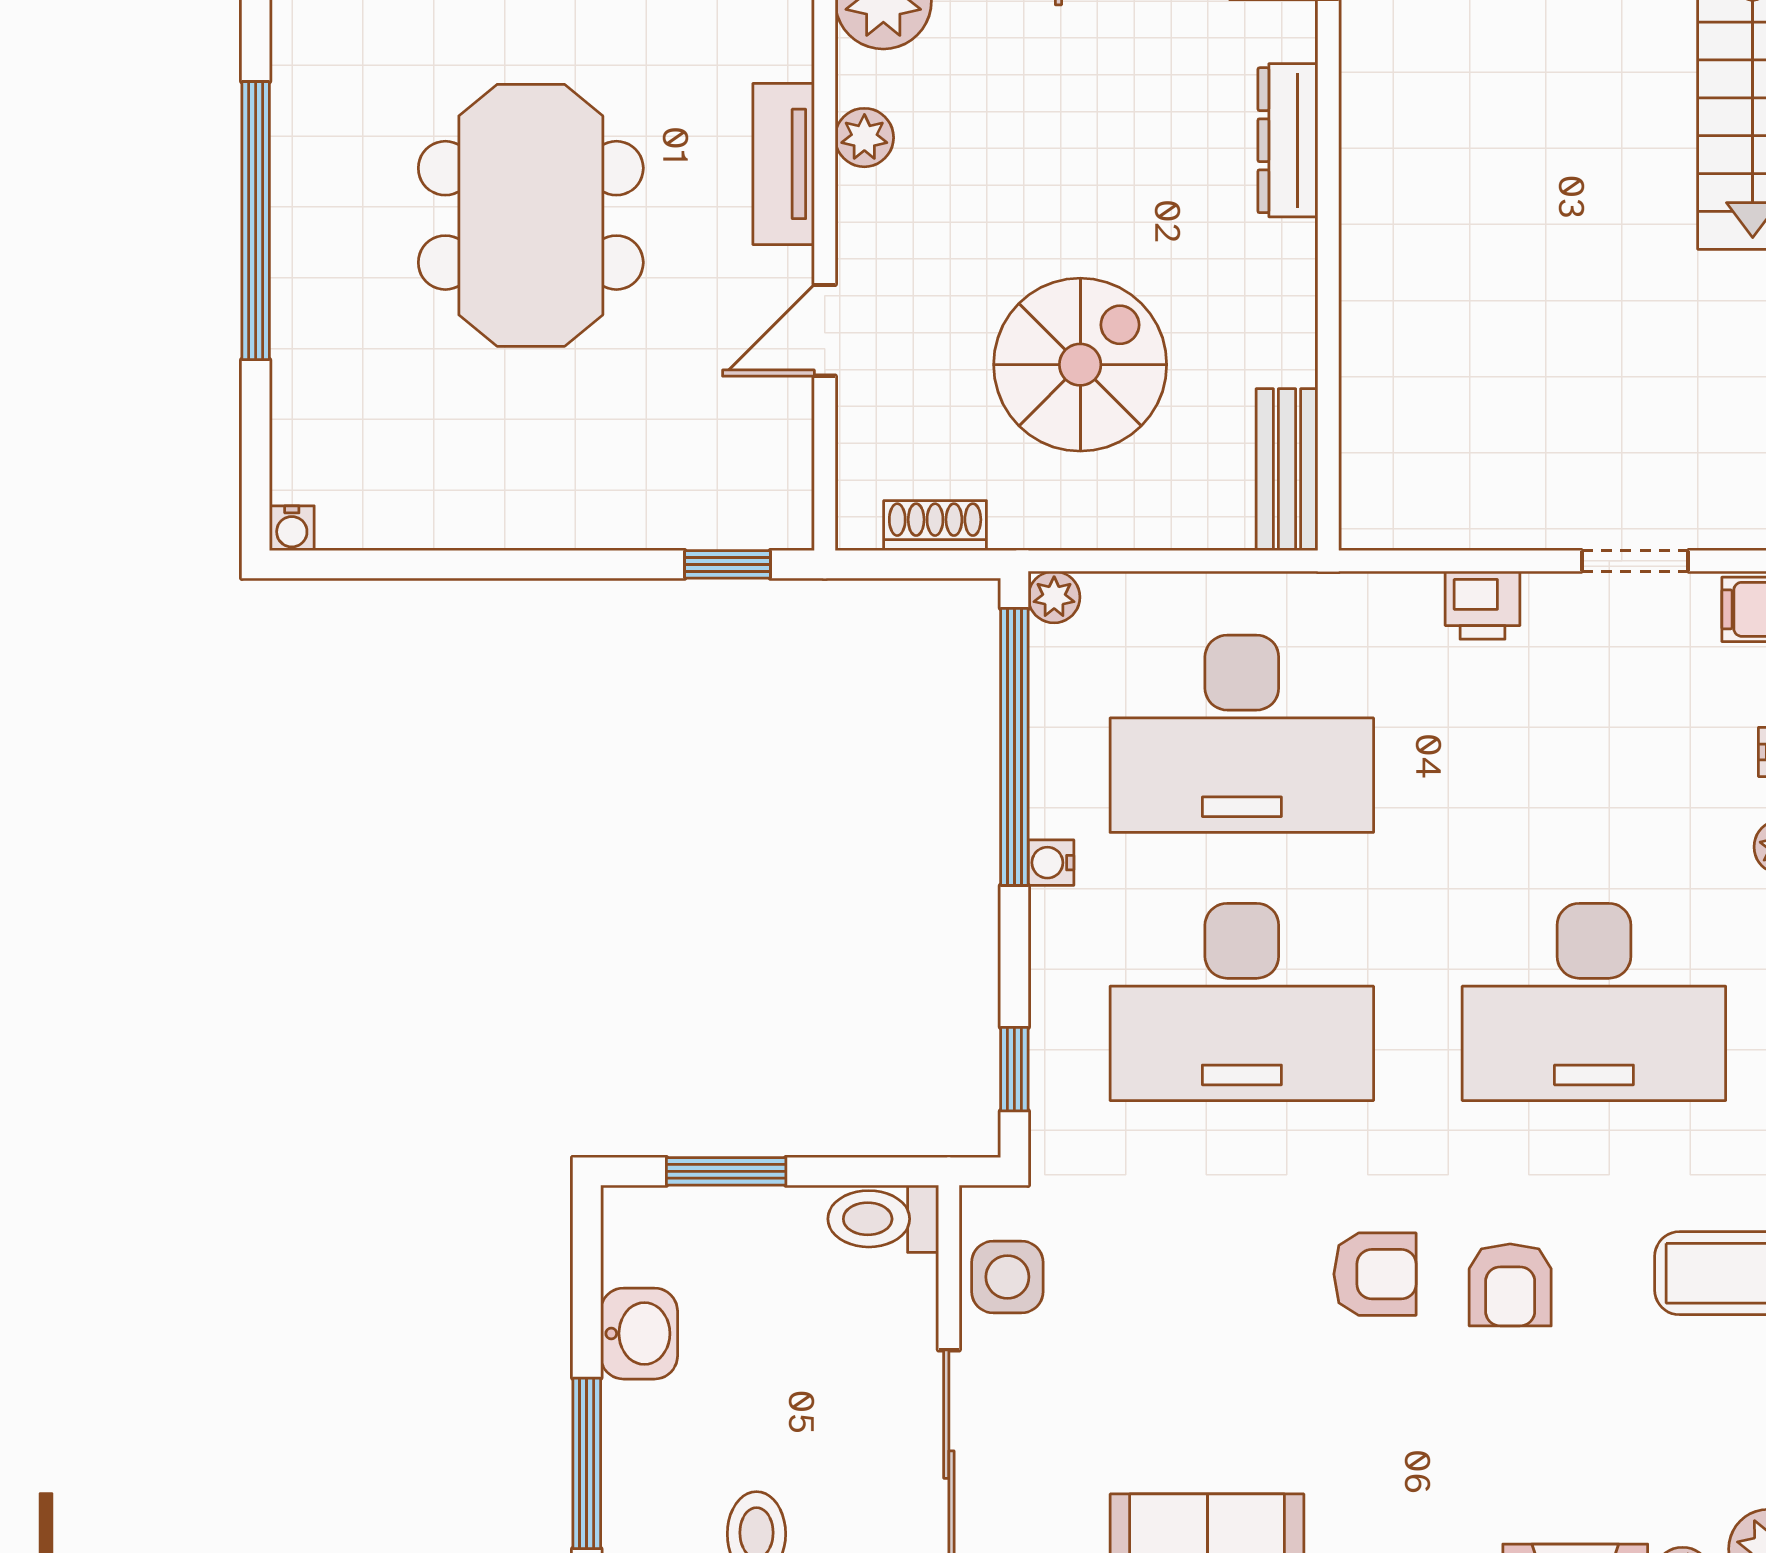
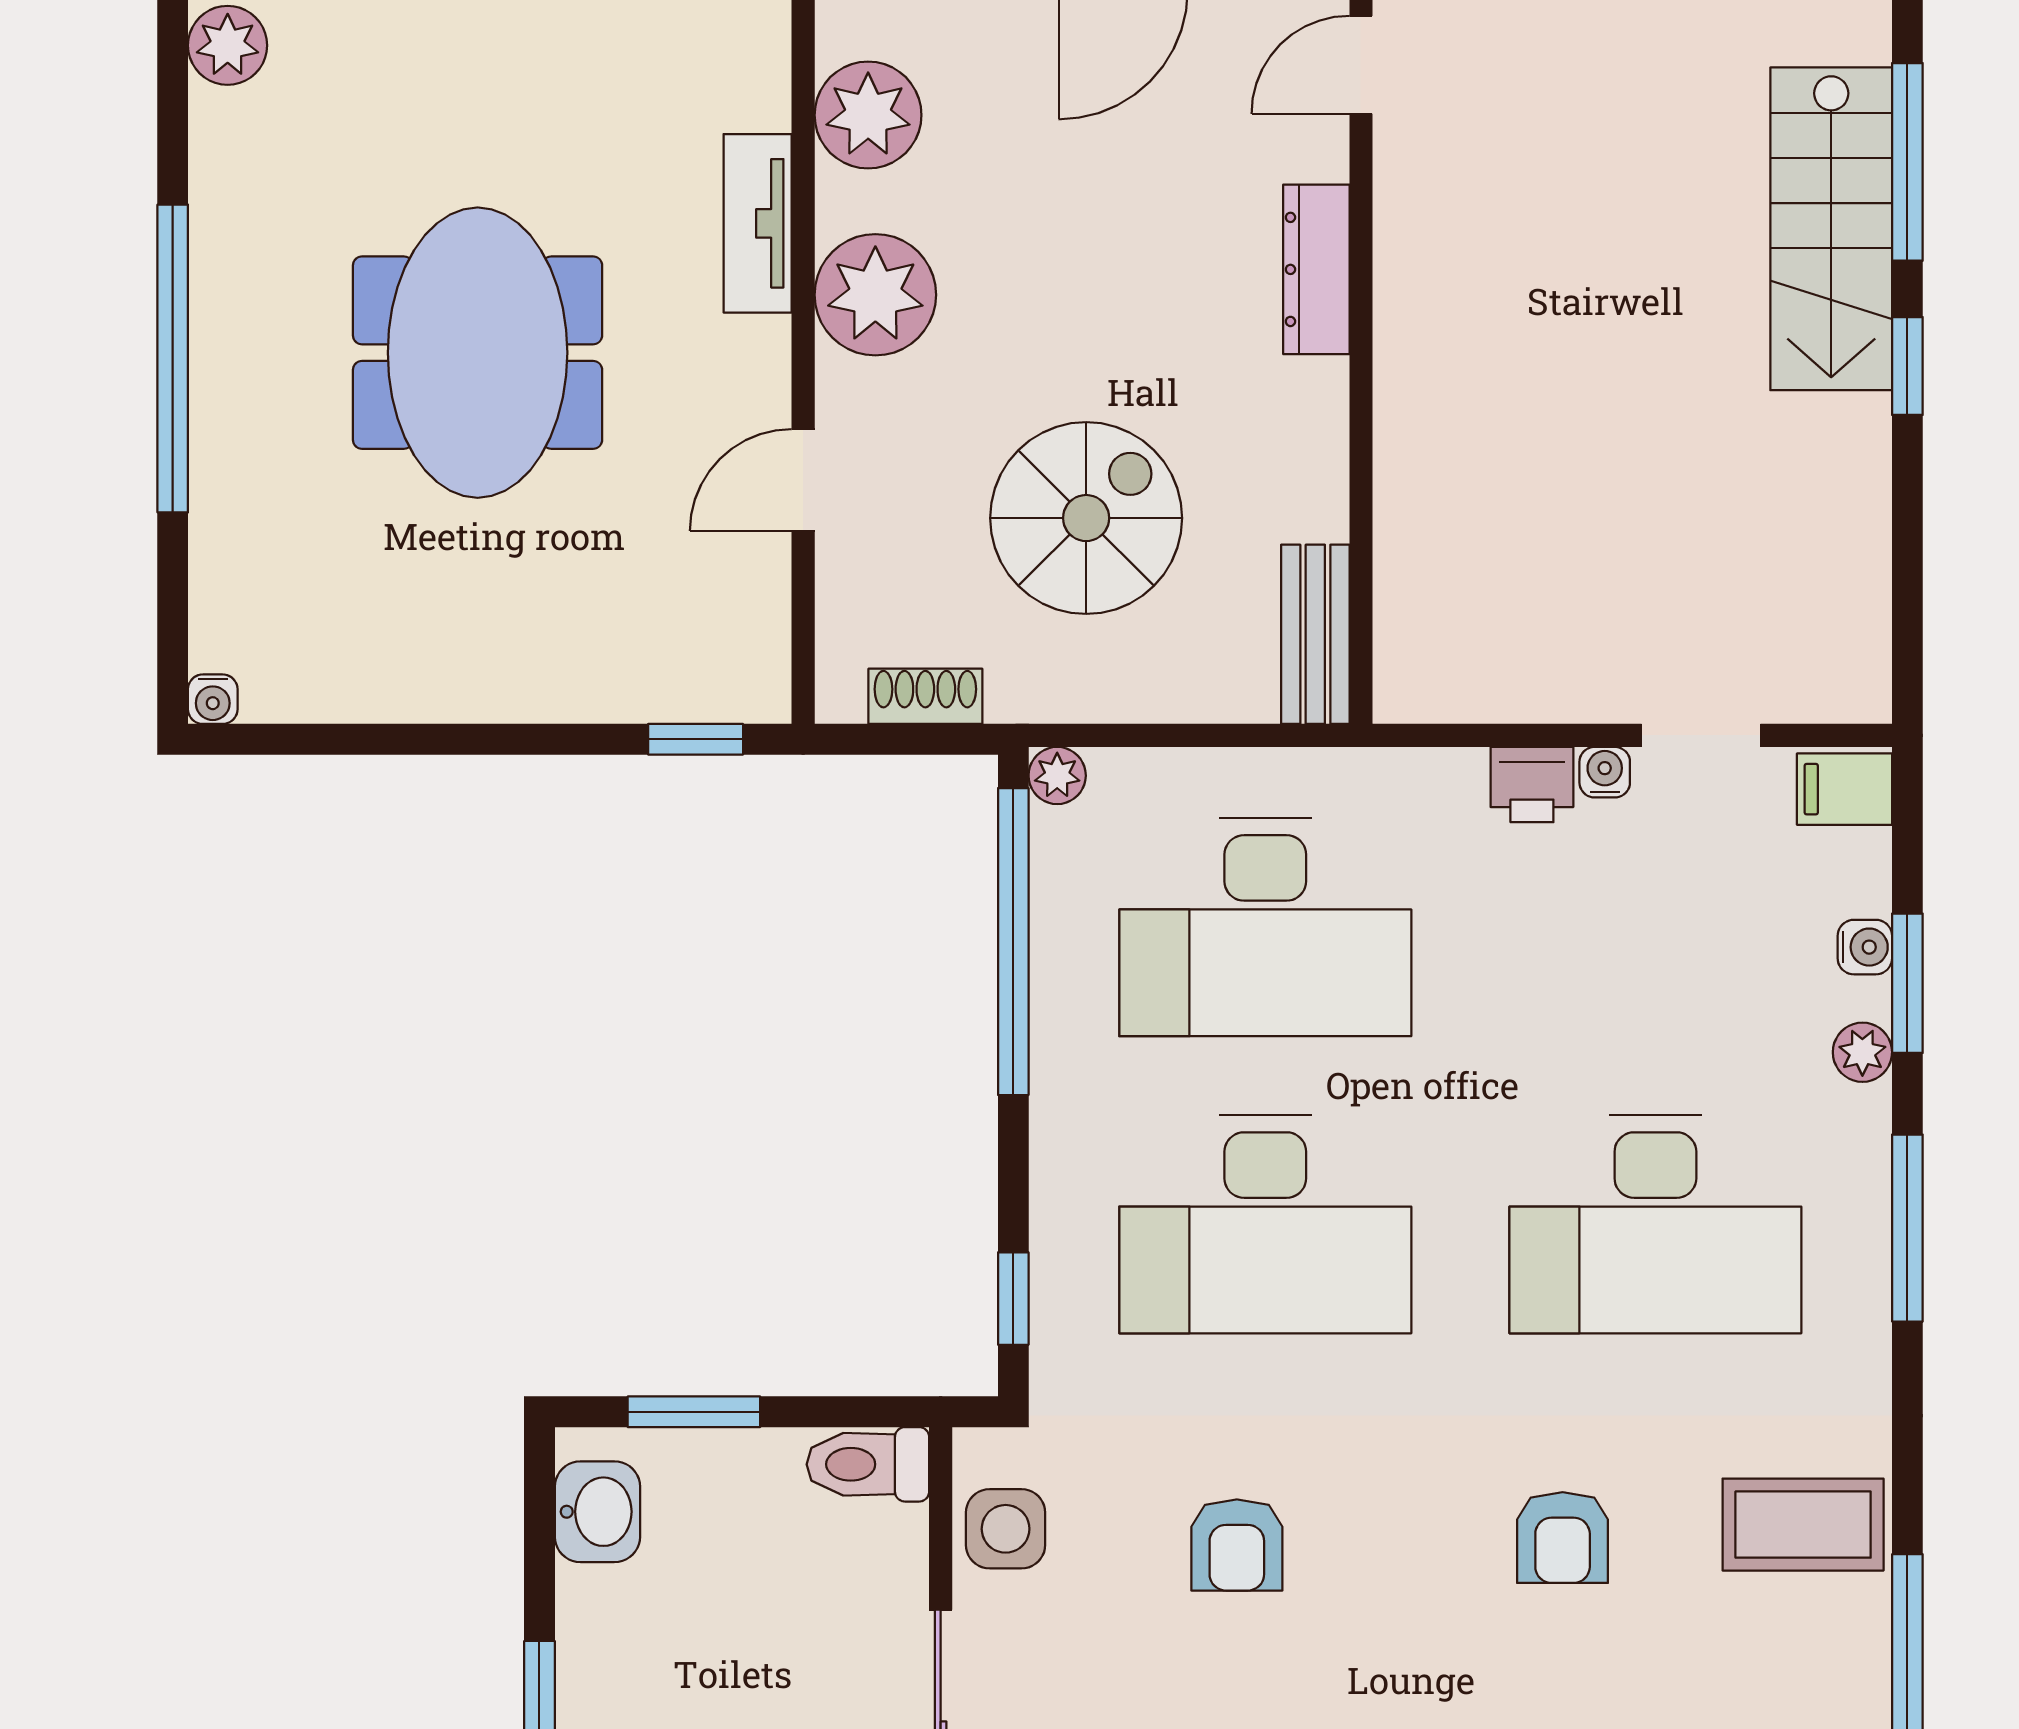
plant: (864, 138) -> (875, 295), width x1.88, depth x1.88
tv unit: (784, 164) -> (758, 223), moved
water cooler: (1051, 863) -> (1605, 772), moved, turned 90
armchair: (1375, 1274) -> (1237, 1545), moved, turned 90
washbasin: (639, 1334) -> (597, 1512), moved

